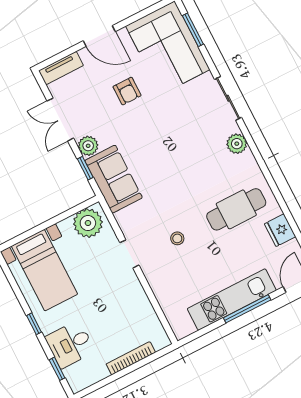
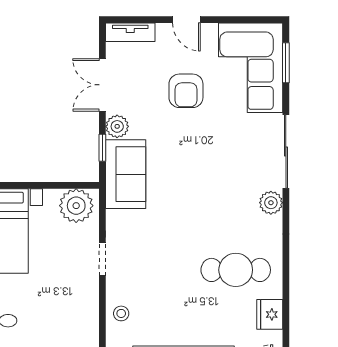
door: (99, 36) -> (186, 20), width x0.73
armchair: (127, 91) -> (186, 91), width x1.38, depth x1.38
sliding door: (228, 98) -> (286, 152), width x1.37
stool: (177, 238) -> (121, 313), moved

